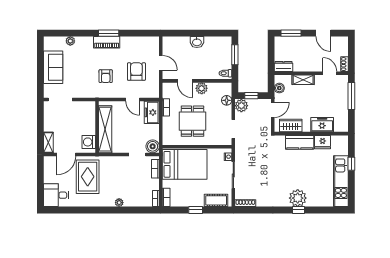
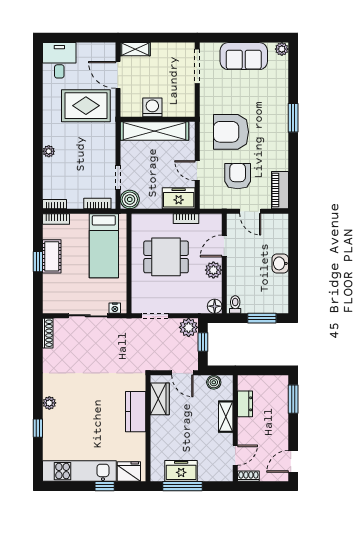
window: (109, 33) -> (293, 118), moved
door: (323, 33) -> (293, 461), moved
plant: (70, 41) -> (282, 49), moved
piano: (107, 42) -> (280, 190), moved
door: (161, 63) -> (250, 211), hinge flipped
dresser: (284, 66) -> (245, 404), moved
armchair: (136, 72) -> (238, 176), turned -90
armchair: (106, 76) -> (231, 132), width x1.88, depth x1.88
window: (351, 96) -> (182, 486), moved
door: (133, 100) -> (197, 171), hinge flipped
floor lamp: (227, 100) -> (215, 306), moved
freezer: (322, 125) -> (181, 471), moved, turned -90
washing machine: (89, 142) -> (152, 107), moved
fridge: (323, 142) -> (129, 472), moved, turned 90
bed: (185, 164) -> (104, 246), width x0.67
plant: (298, 198) -> (49, 403), width x0.53, depth x0.53
cot: (216, 200) -> (52, 256), moved
window: (299, 210) -> (38, 428), moved

